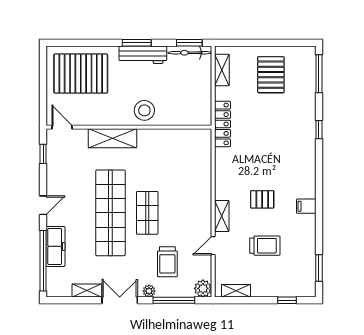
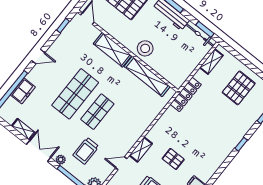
shelving: (169, 137) -> (147, 76), added
shop shelf: (110, 213) -> (75, 94), width x0.71
freezer: (55, 246) -> (23, 91), width x0.71

